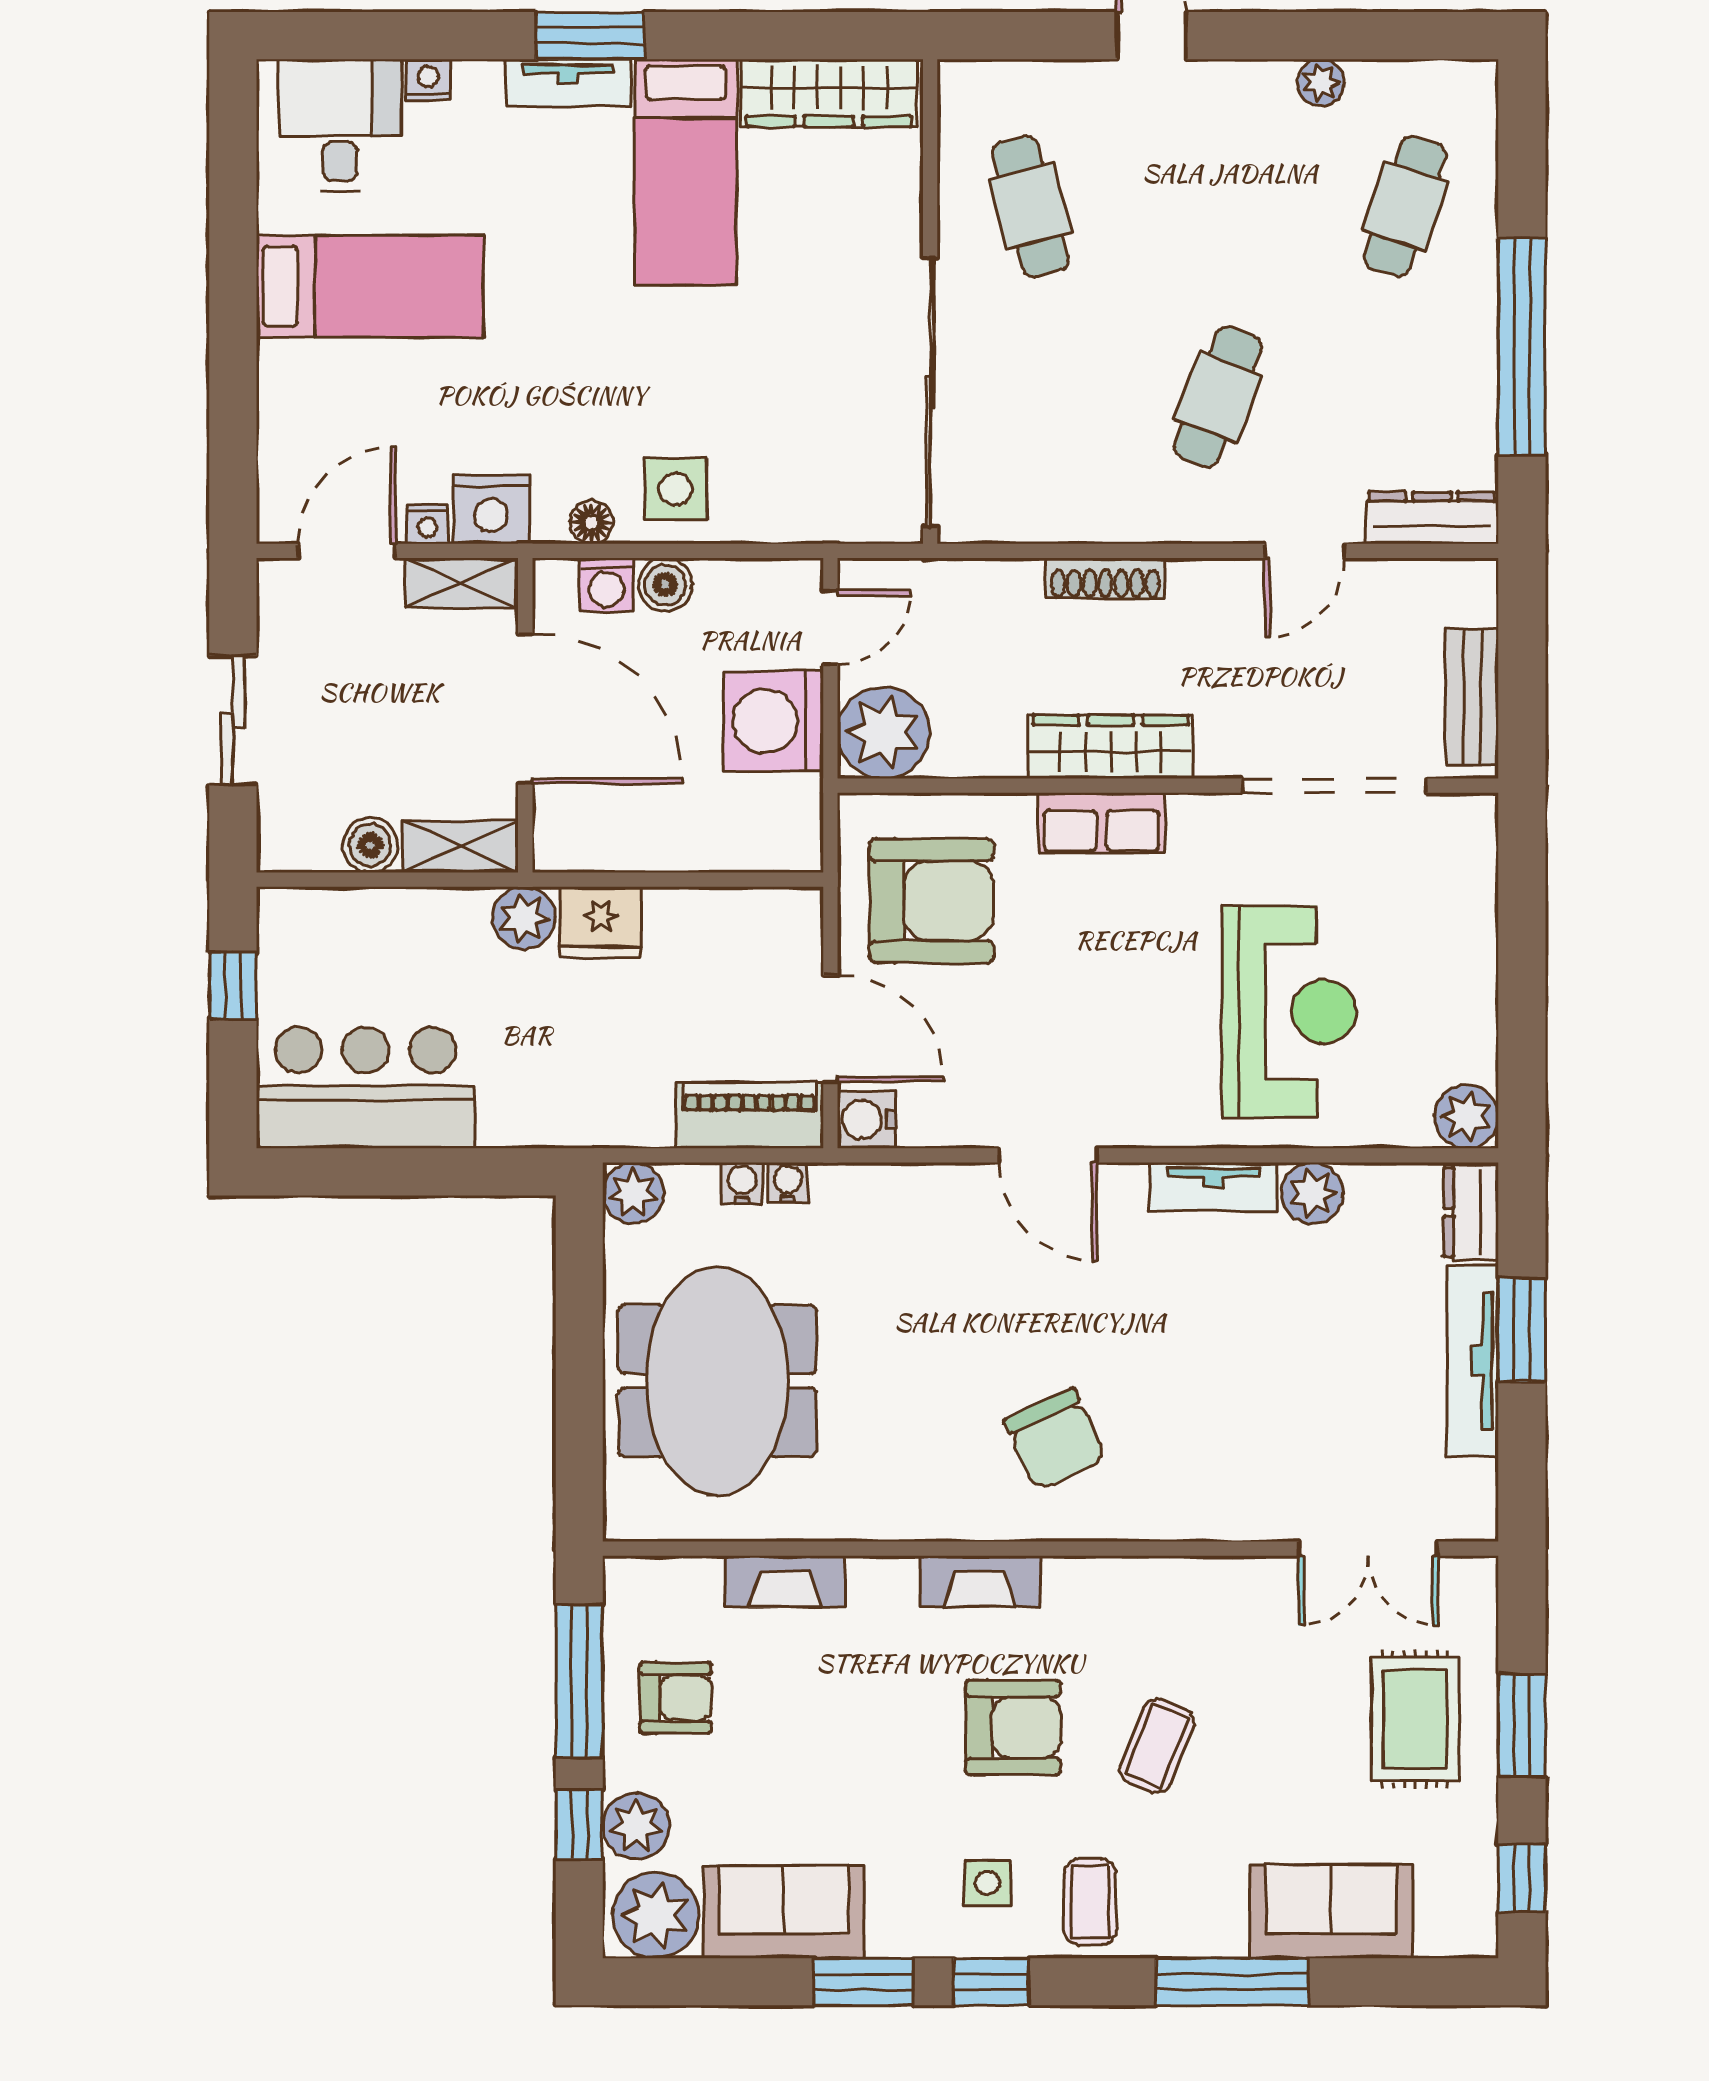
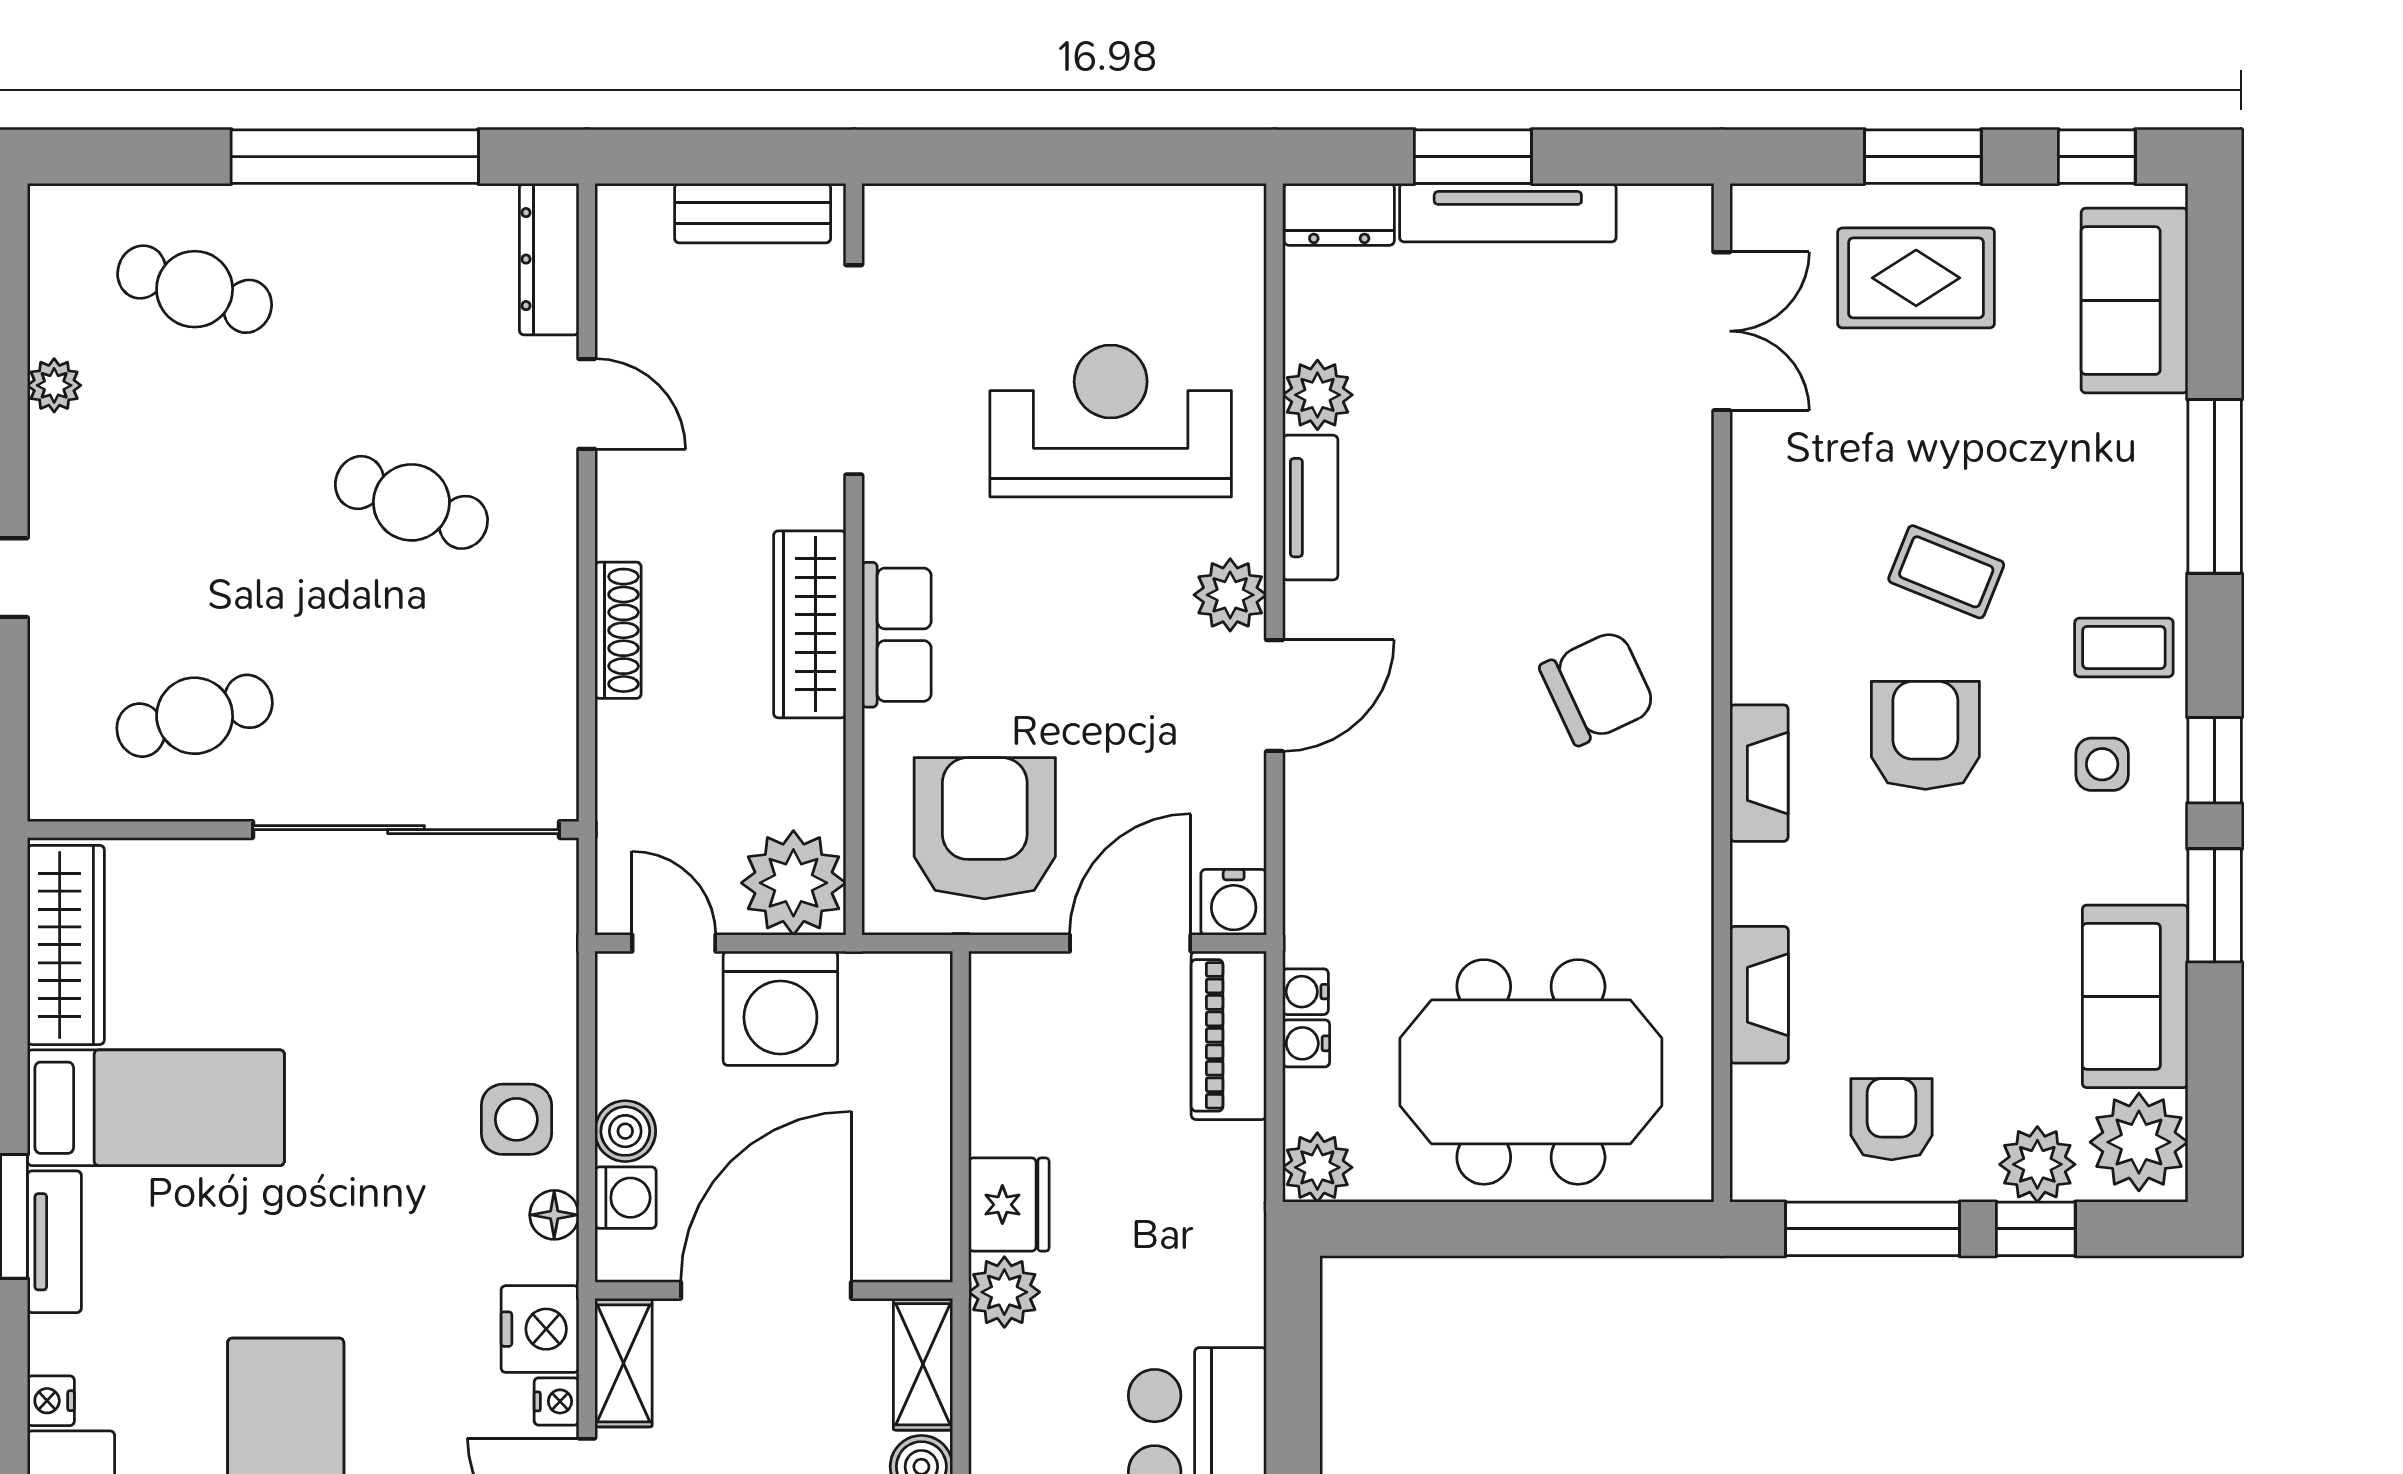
plant: (1466, 1116) -> (1230, 595), moved
sofa: (1331, 1911) -> (2135, 301), moved

